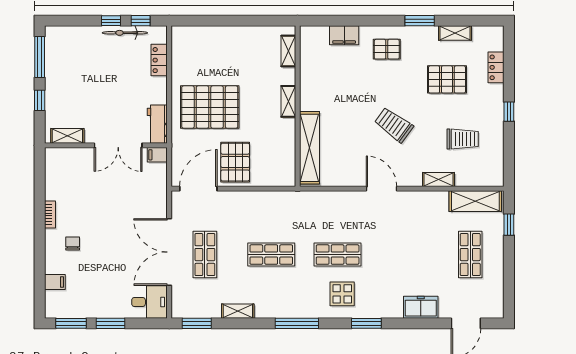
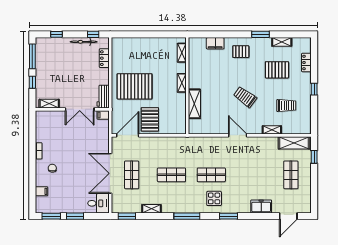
window: (111, 21) -> (56, 34), moved
shelving: (309, 148) -> (194, 104), width x0.68

